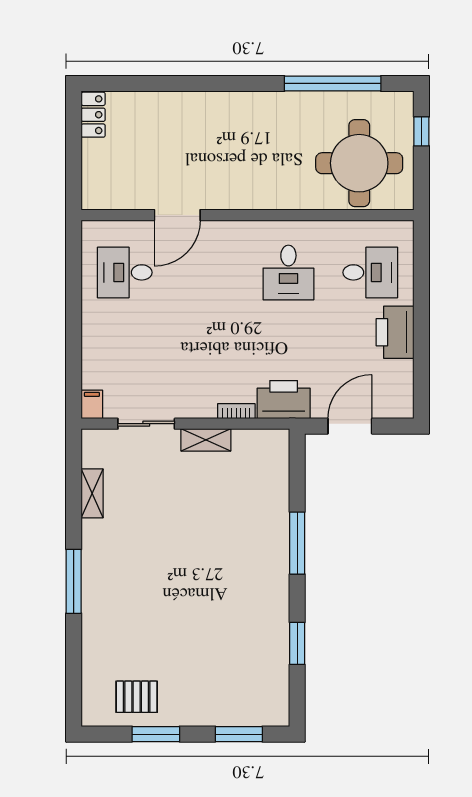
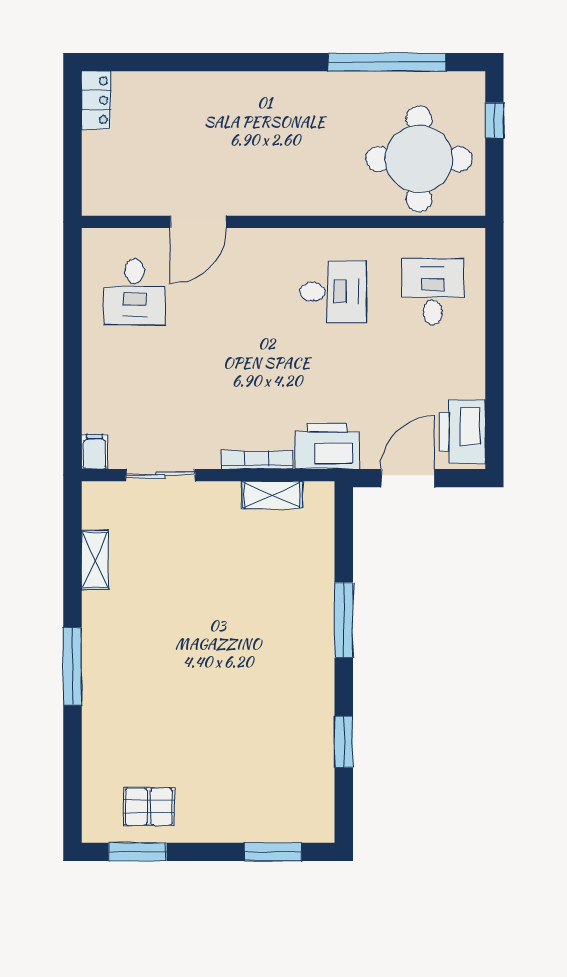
desk: (125, 272) -> (134, 292), turned -90
desk: (288, 272) -> (333, 292), turned -90
desk: (370, 272) -> (432, 292), turned -90
printer: (395, 332) -> (463, 432), moved
bookcase: (236, 411) -> (257, 460), width x1.56
shelving: (206, 440) -> (272, 495), moved
window: (156, 734) -> (138, 852), moved

